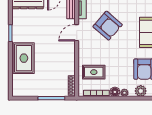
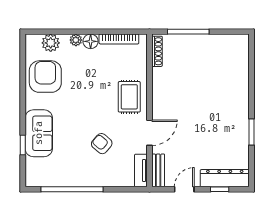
armchair: (108, 26) -> (102, 144), width x0.53, depth x0.53
rug: (24, 58) -> (231, 93), removed
rug: (94, 72) -> (129, 97), moved, turned 90

